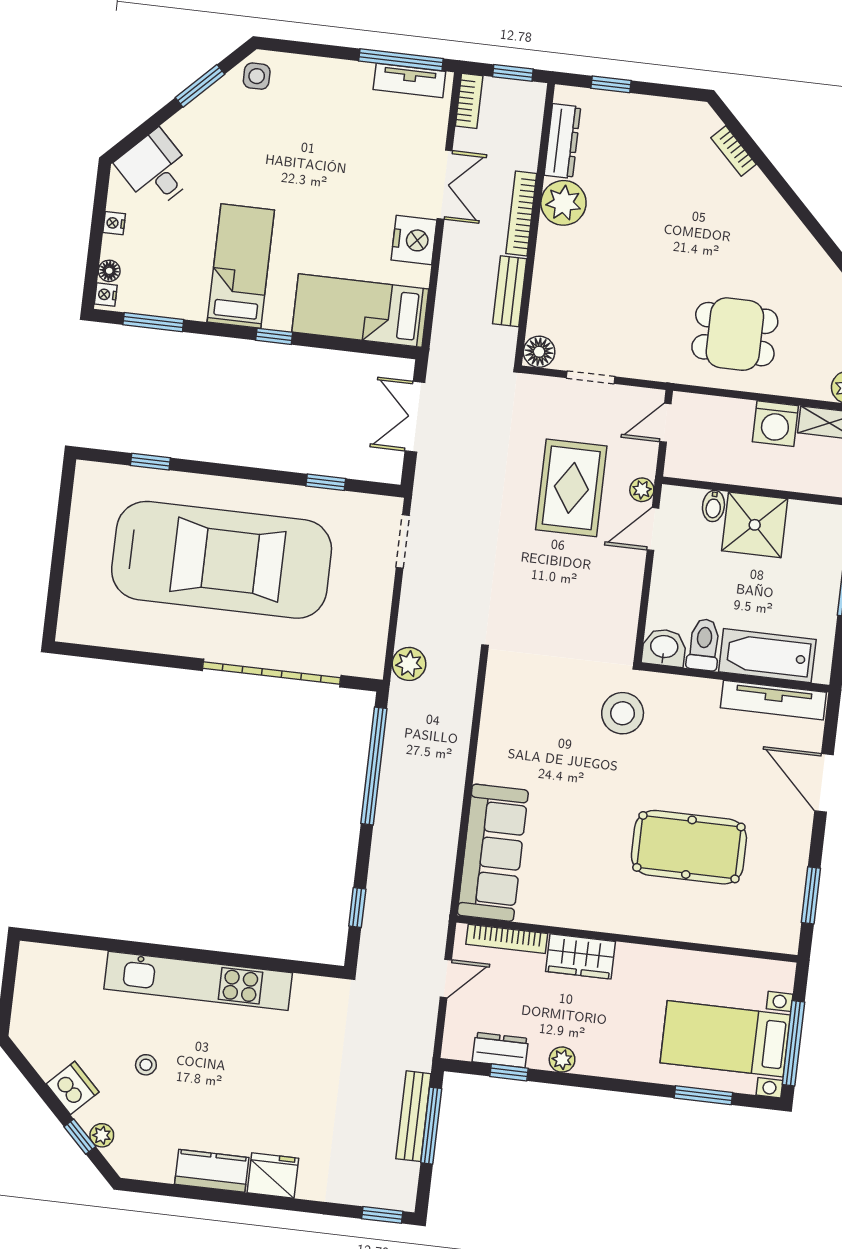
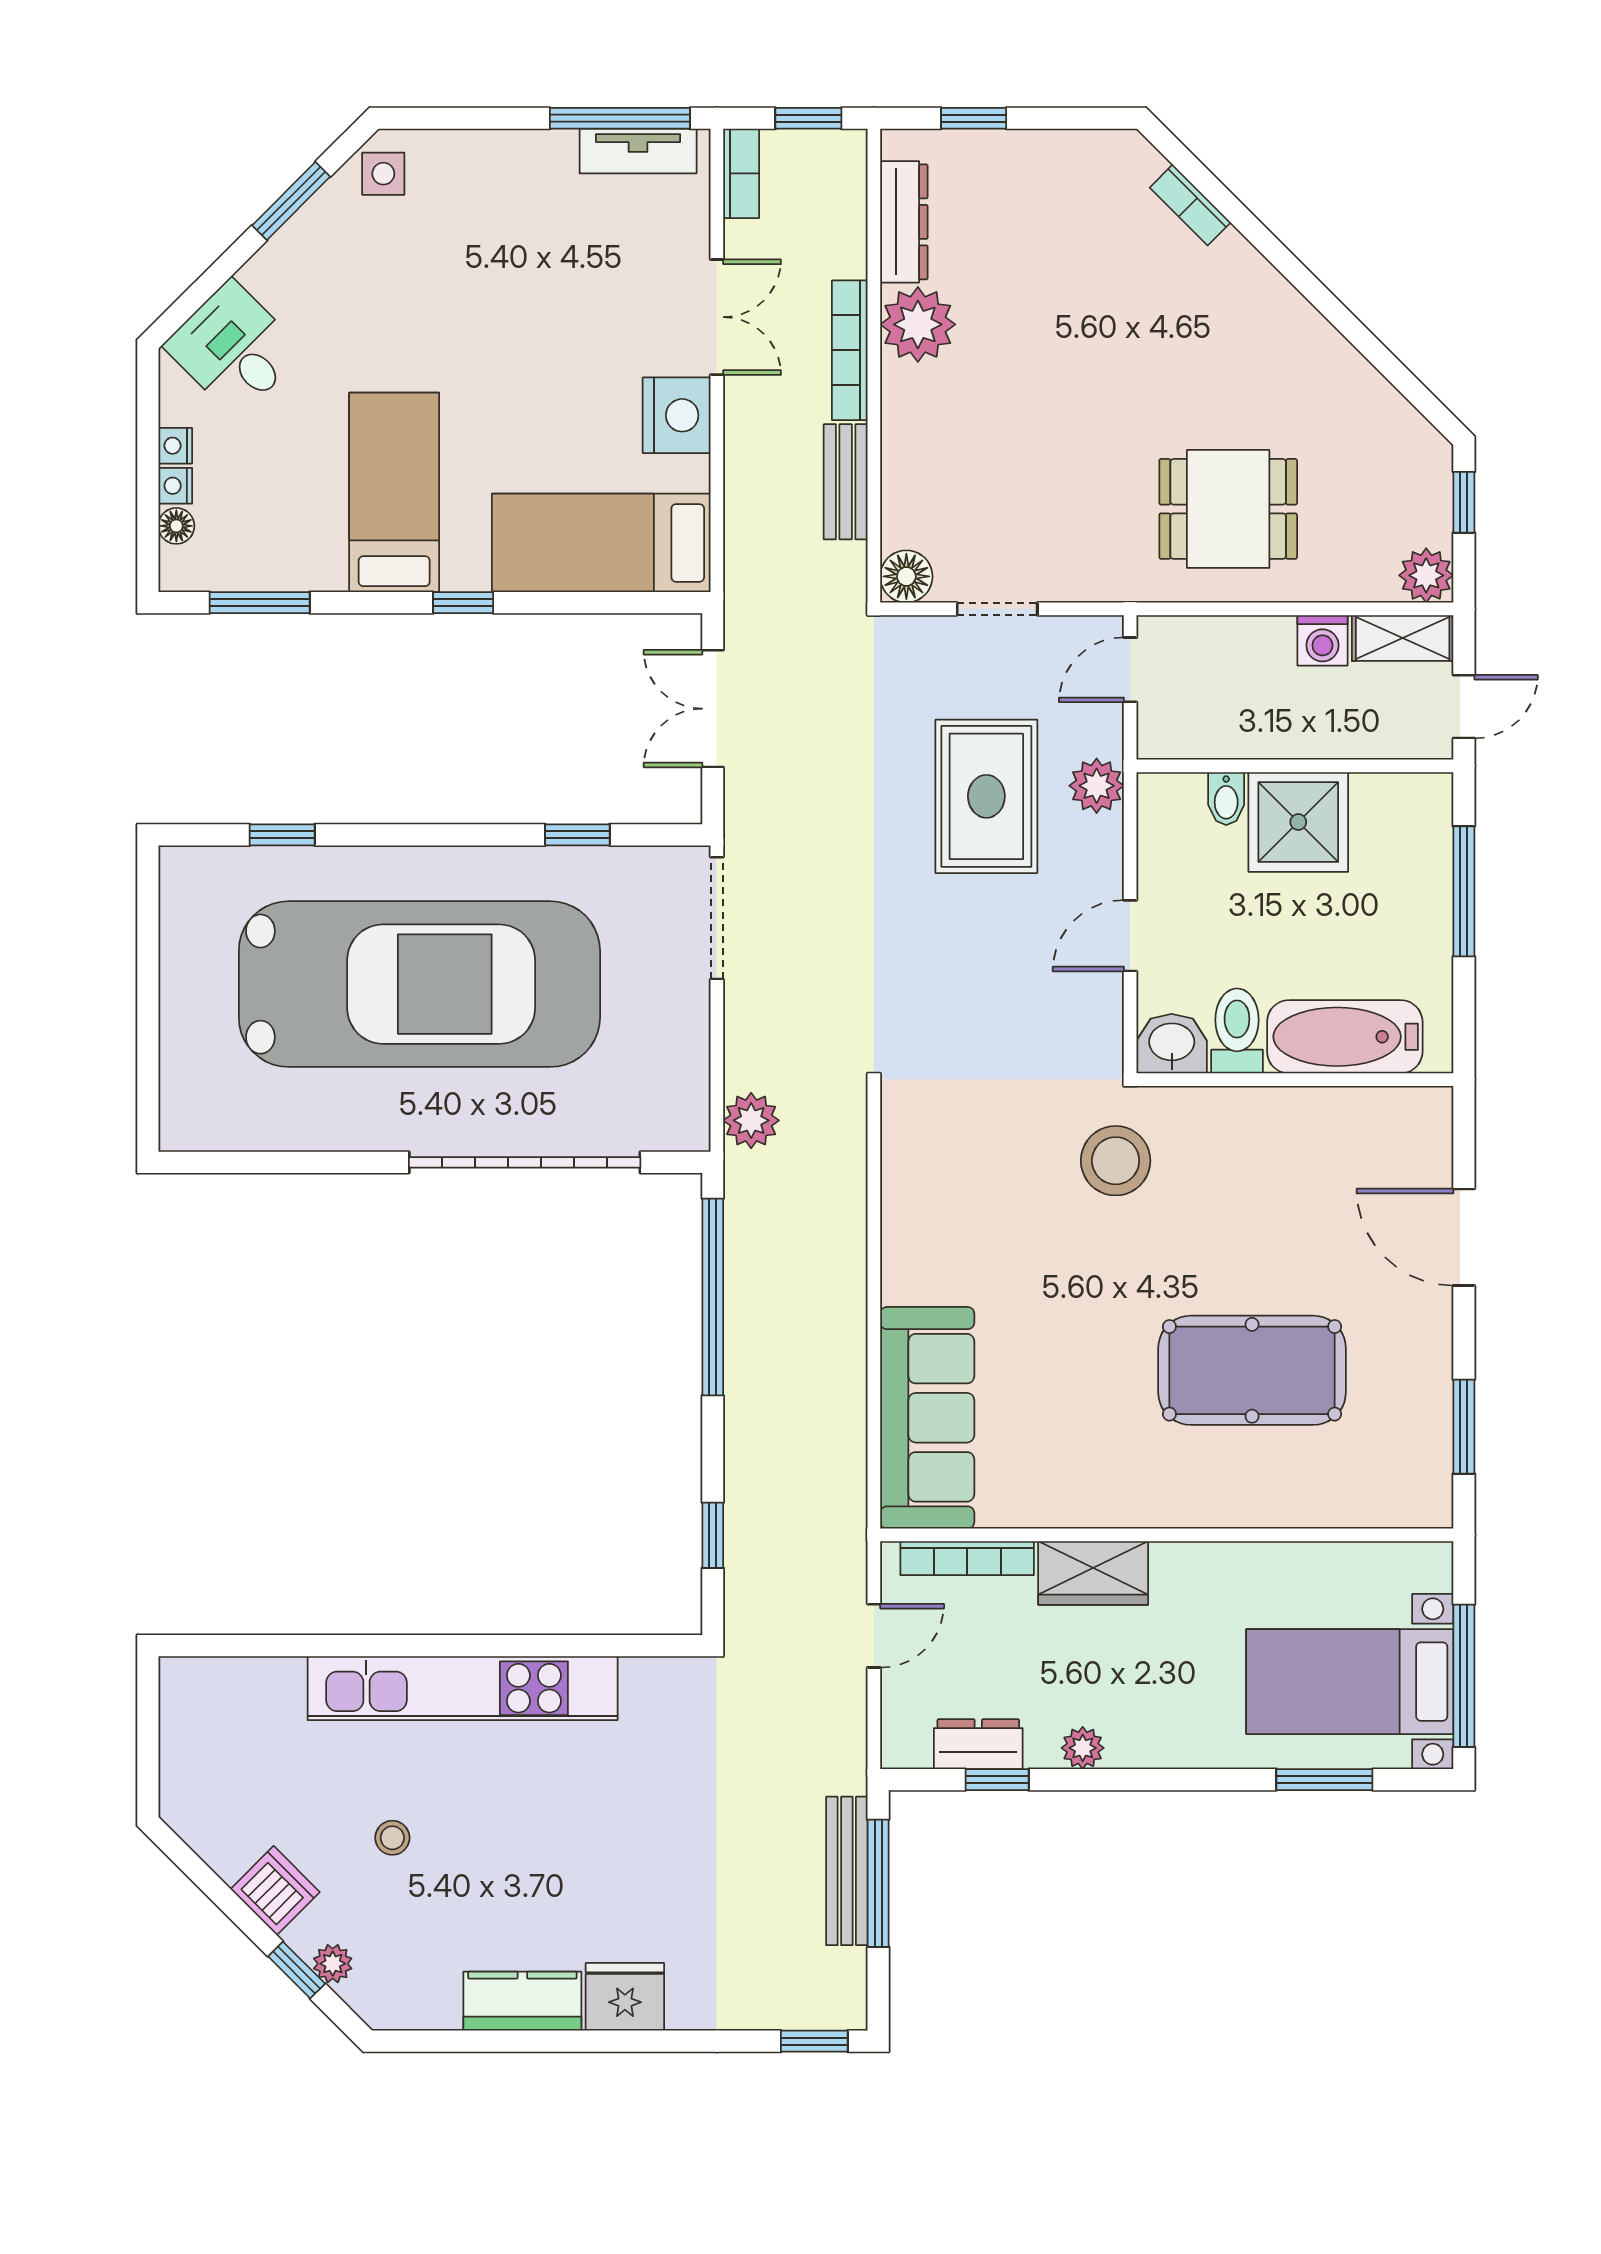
nightstand: (106, 295) -> (175, 486), moved
washing machine: (775, 424) -> (1322, 640), width x0.73, depth x0.73
plant: (642, 490) -> (1097, 786), width x1.38, depth x1.38
door: (653, 529) -> (1130, 936), moved
doorway: (403, 541) -> (717, 918), width x1.38
tv unit: (773, 700) -> (1364, 1109), removed

